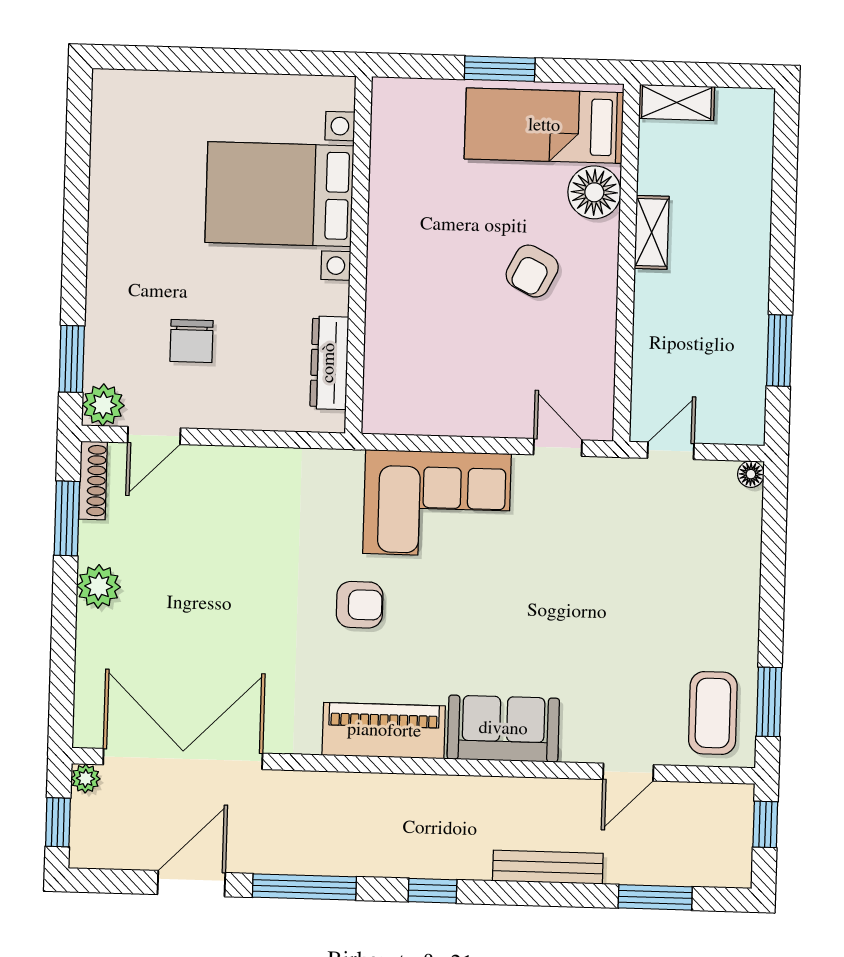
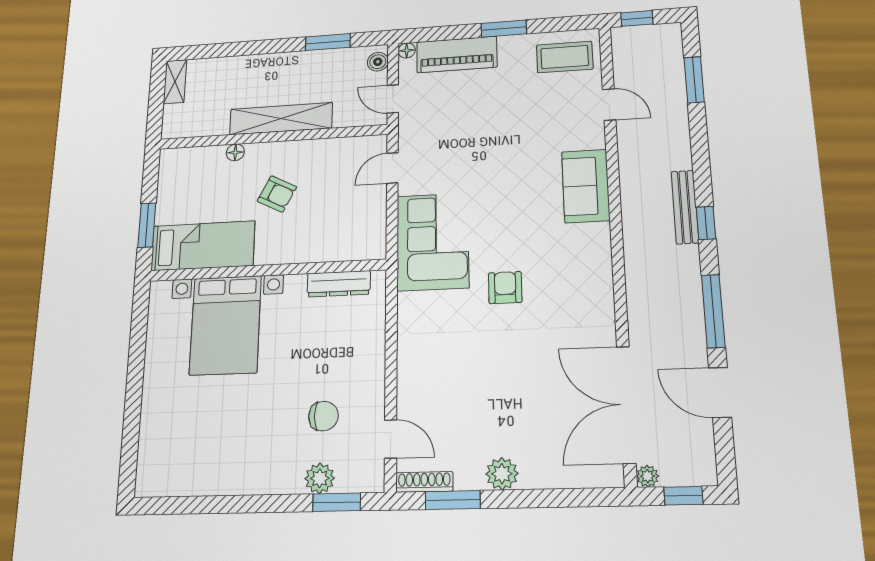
shelving: (677, 102) -> (175, 82), moved
bed: (544, 126) -> (203, 246), moved, turned -90
floor lamp: (594, 192) -> (235, 152), width x0.53, depth x0.53
bed with nightstands: (279, 194) -> (225, 325), moved
shelving: (652, 232) -> (281, 119), width x2.20, depth x1.33
wall: (359, 255) -> (267, 270), moved
dresser: (329, 363) -> (339, 284), moved
plant: (103, 405) -> (320, 478), moved
boiler: (736, 429) -> (378, 62), added
window: (769, 702) -> (504, 29), moved
piano: (384, 731) -> (457, 54), moved, turned -90
bench: (548, 867) -> (685, 207), moved

